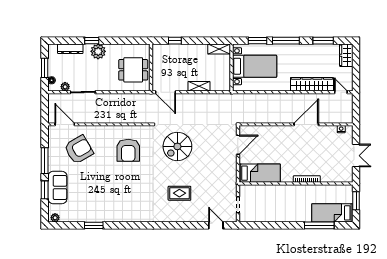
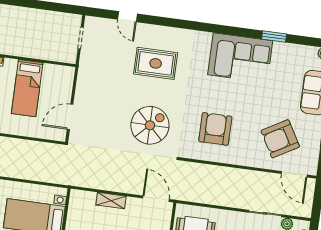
bed: (260, 173) -> (27, 88), moved, turned -90
rug: (179, 193) -> (156, 63), width x1.36, depth x1.43
corner sofa: (117, 206) -> (240, 58), added
door: (216, 225) -> (127, 17), moved

